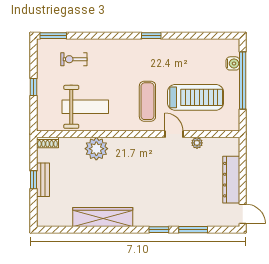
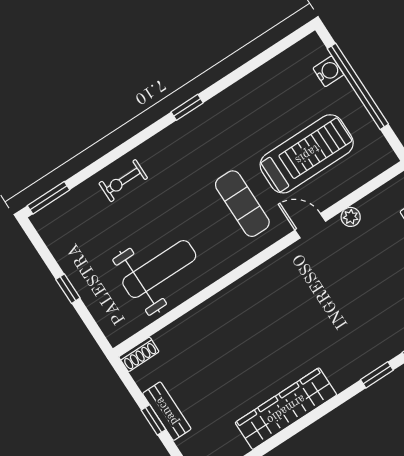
exercise bike: (74, 59) -> (123, 181), moved
plant: (96, 149) -> (214, 318), removed

